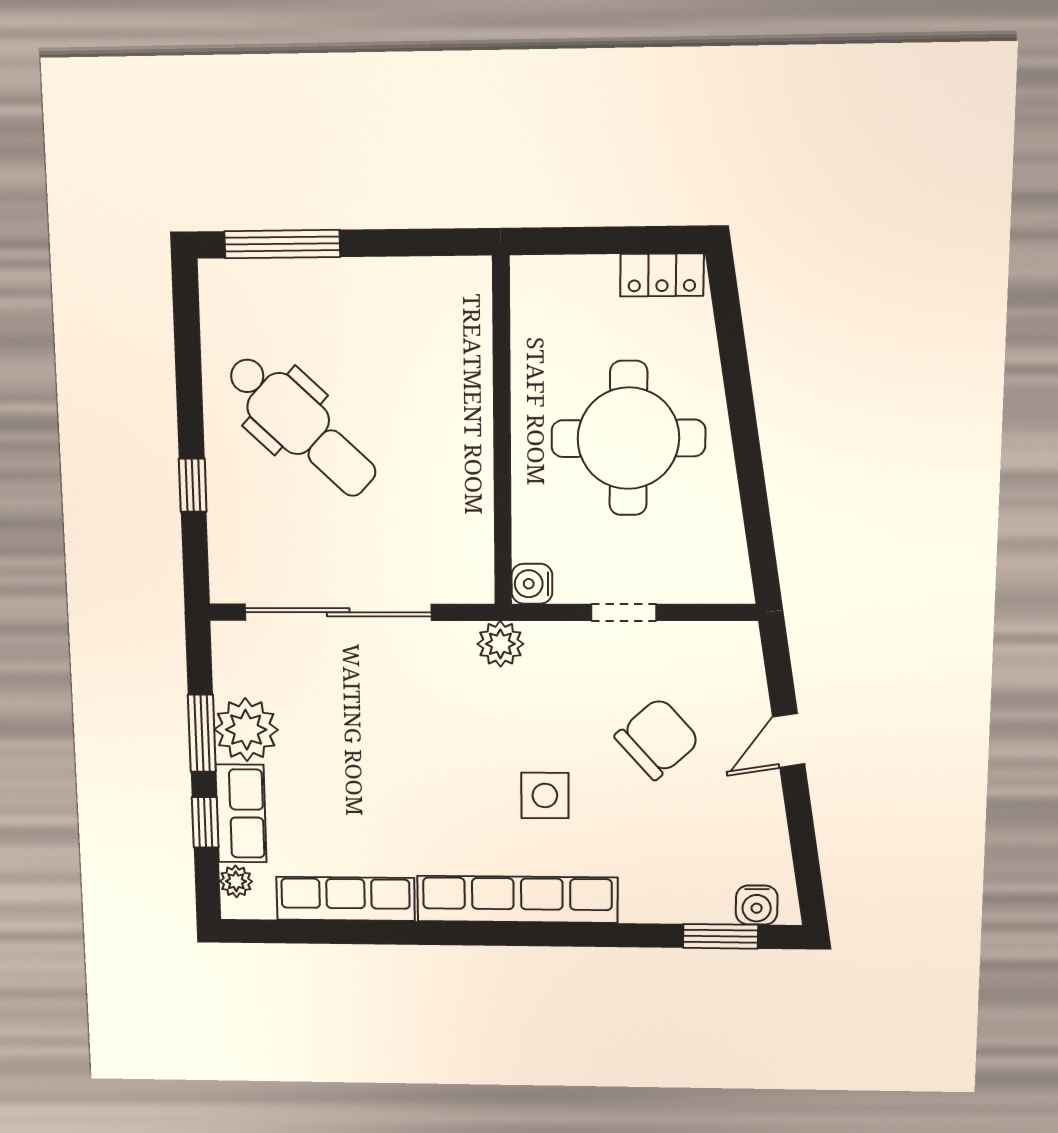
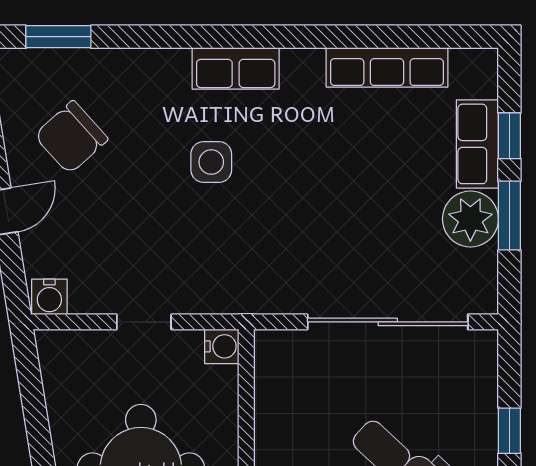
plant: (500, 644) -> (249, 295), removed
chair: (657, 739) -> (71, 137), moved
plant: (236, 881) -> (484, 82), removed
row of seats: (517, 899) -> (236, 68), width x0.50
water cooler: (757, 905) -> (49, 297), moved, turned 180

